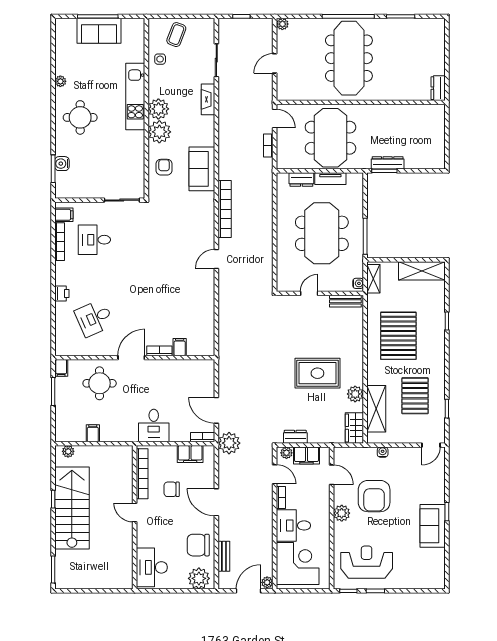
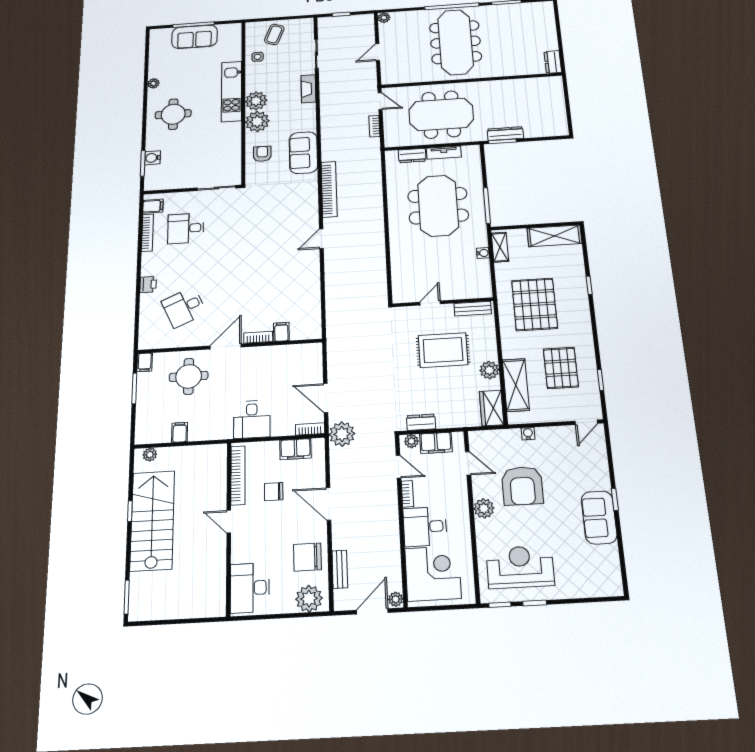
meeting table: (330, 138) -> (441, 115), turned 90
door: (309, 293) -> (430, 303), moved
wall: (320, 293) -> (443, 302), moved
bench: (345, 301) -> (473, 309), moved

